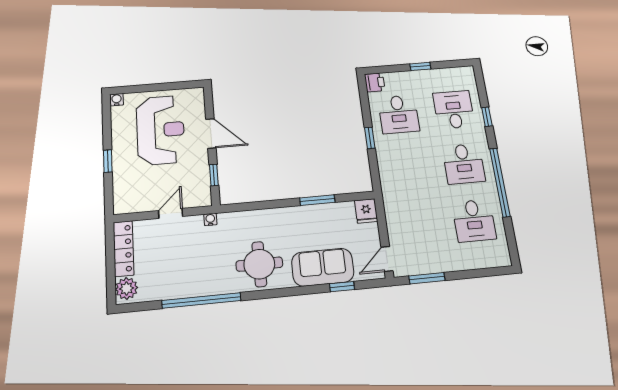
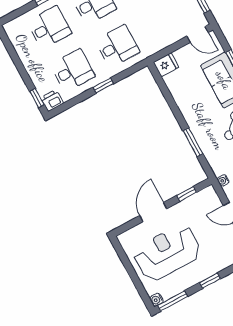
window: (420, 66) -> (37, 98), moved
desk: (454, 110) -> (49, 27), turned 180
window: (107, 115) -> (173, 301), added
desk: (407, 169) -> (117, 46), added
window: (317, 200) -> (193, 142), moved

